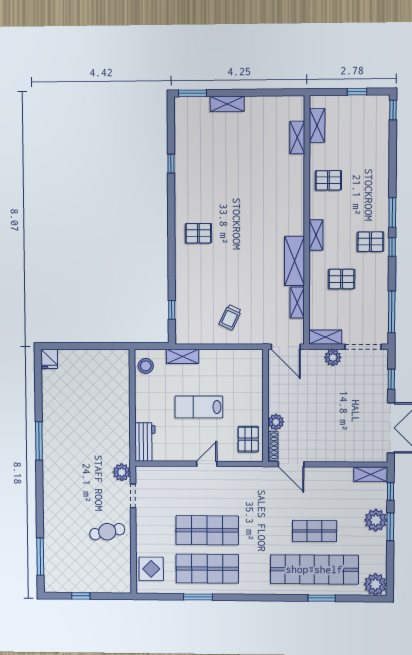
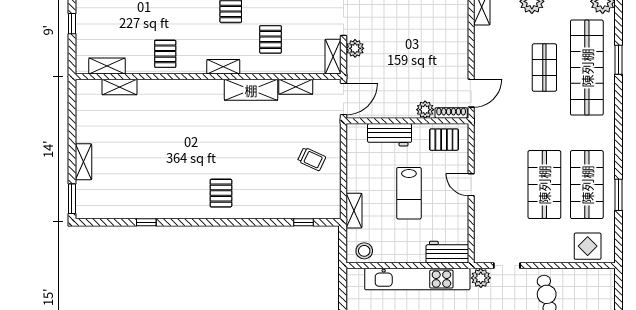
workbench: (253, 389) -> (390, 135), added
kitchen unit: (120, 414) -> (417, 279), added

